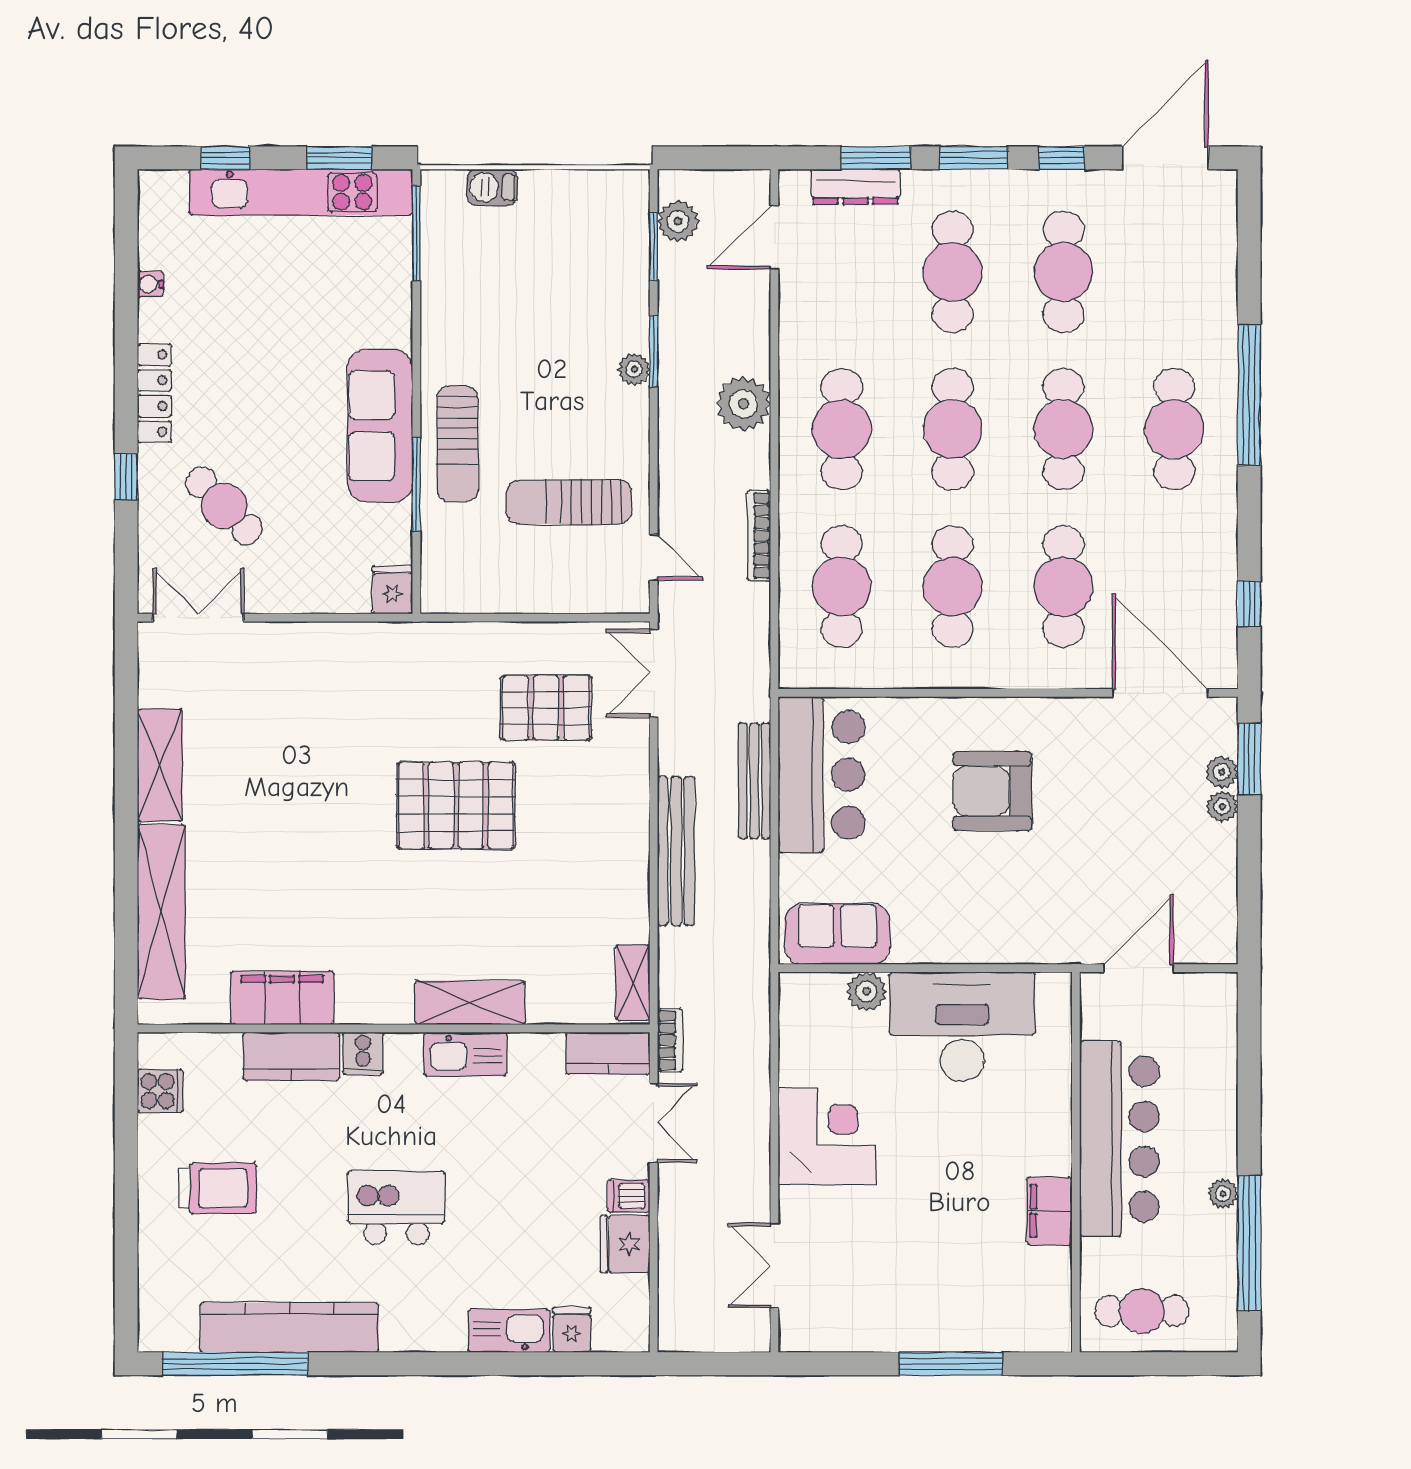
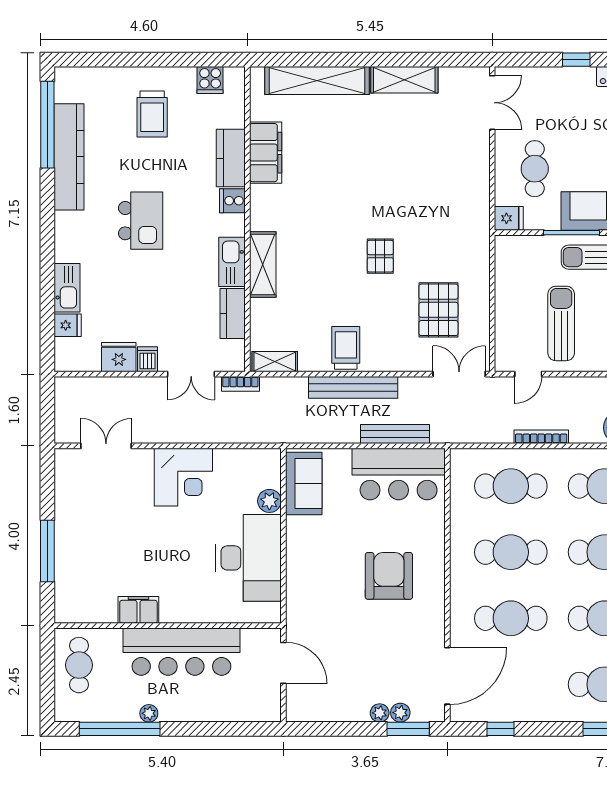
cafe table: (224, 506) -> (535, 169), moved, turned -46
pallet: (456, 805) -> (380, 256), width x0.49, depth x0.50
trolley: (610, 863) -> (346, 348), added
kitchen counter: (608, 1053) -> (233, 314), moved

